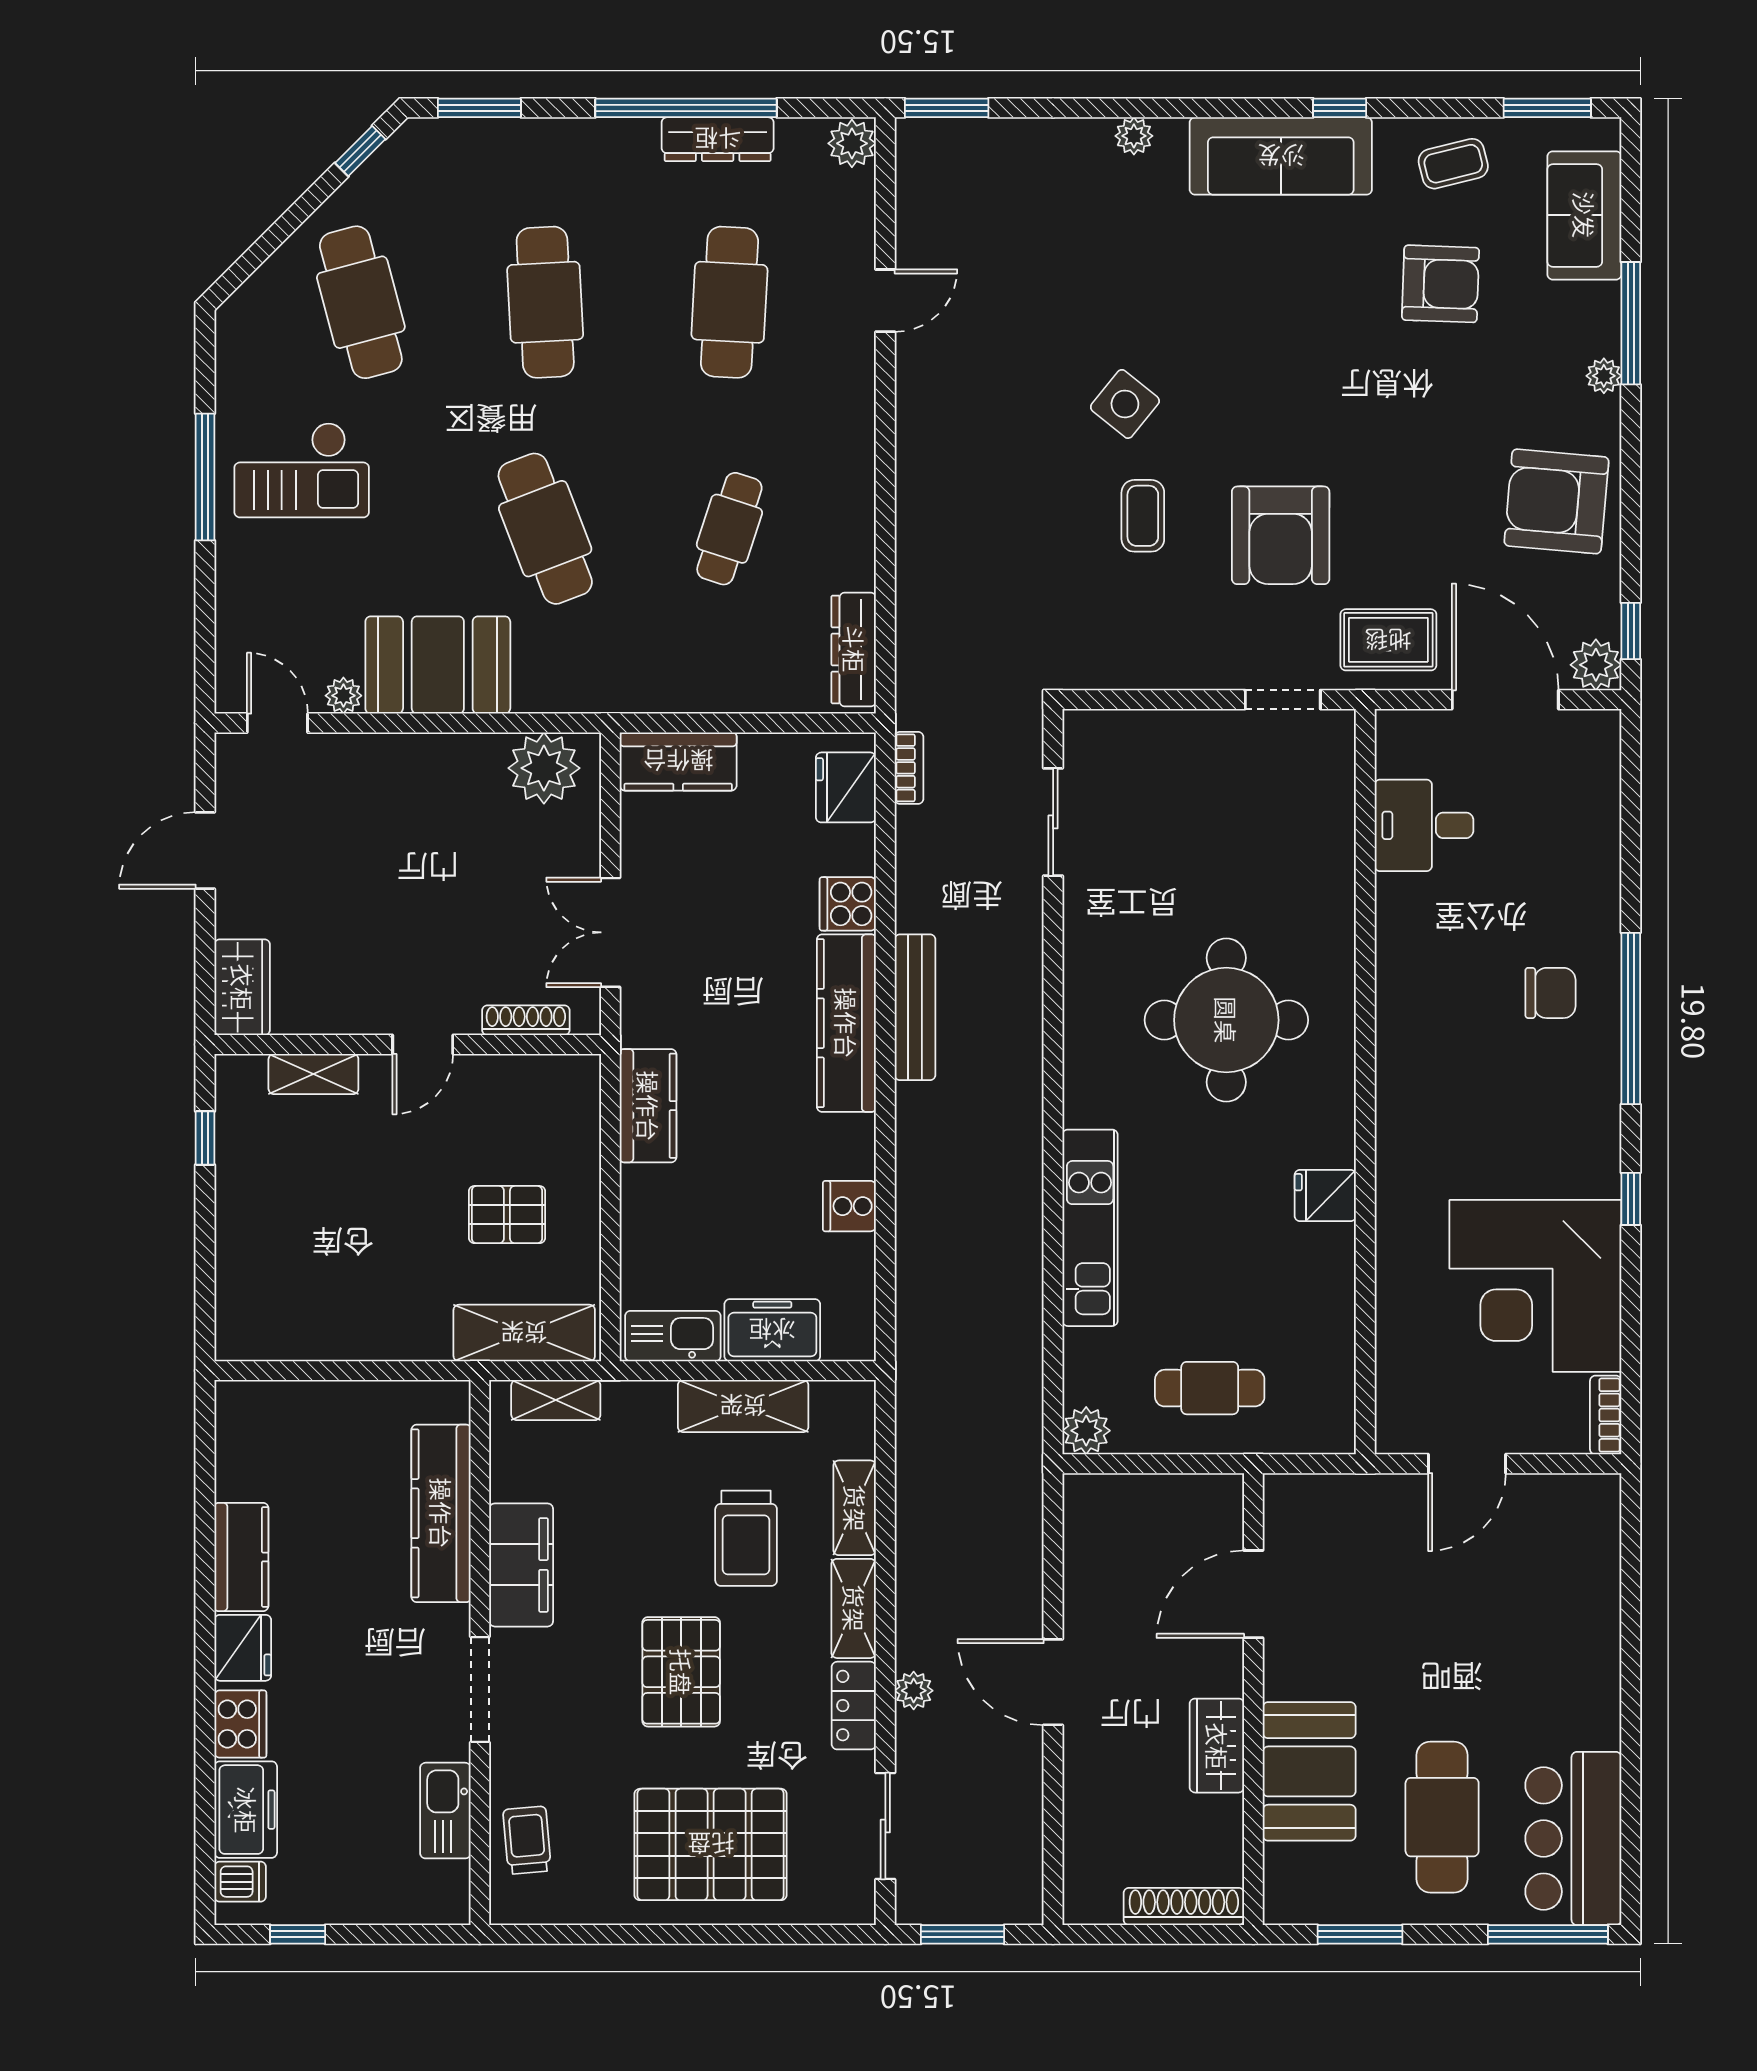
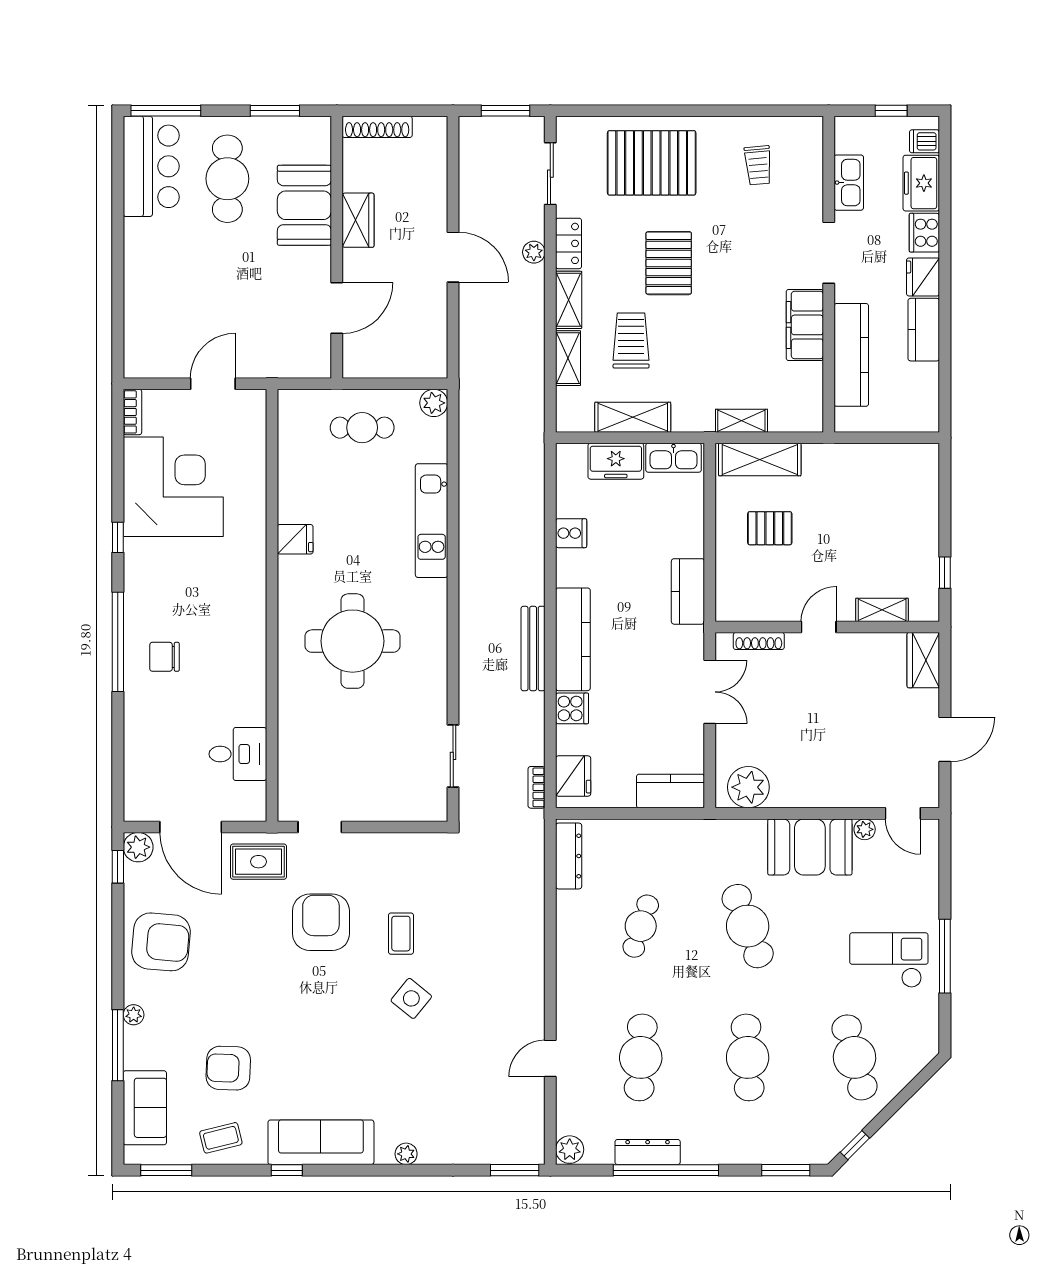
kitchen counter: (441, 1513) -> (851, 355), moved
filing cabinet: (521, 1565) -> (805, 325), moved
wall: (480, 1652) -> (829, 274), moved
doorway: (480, 1689) -> (829, 253), moved
kitchen sink: (445, 1811) -> (849, 183), moved

